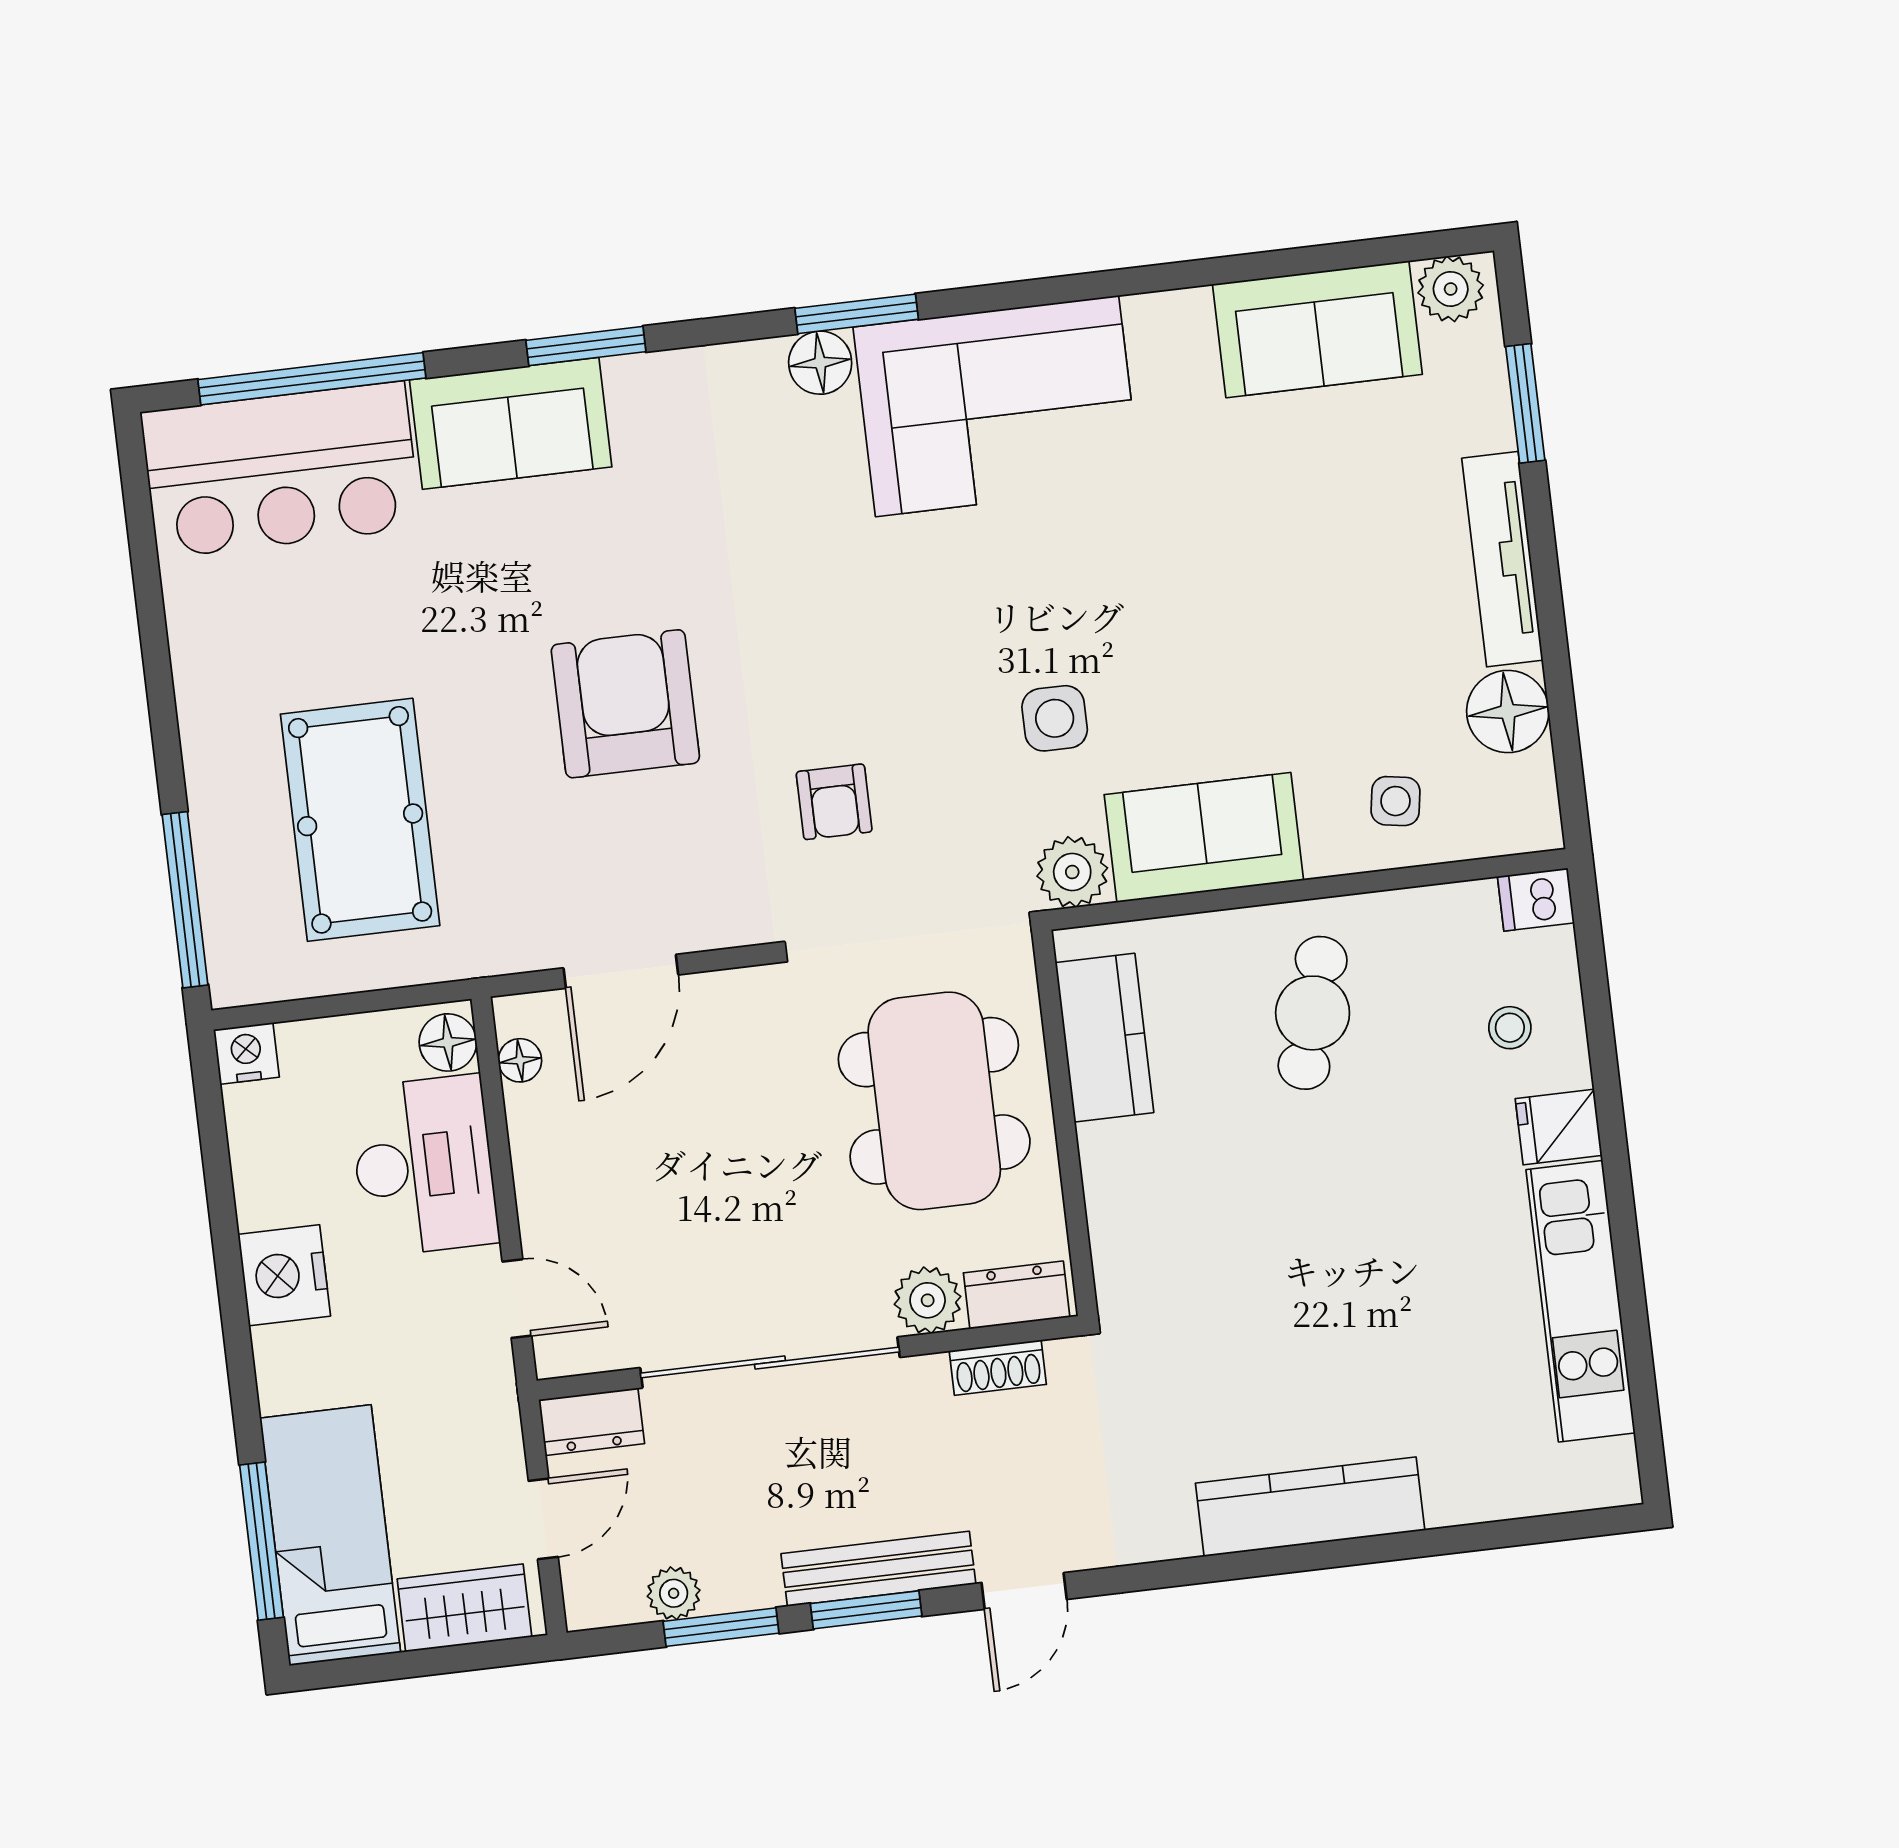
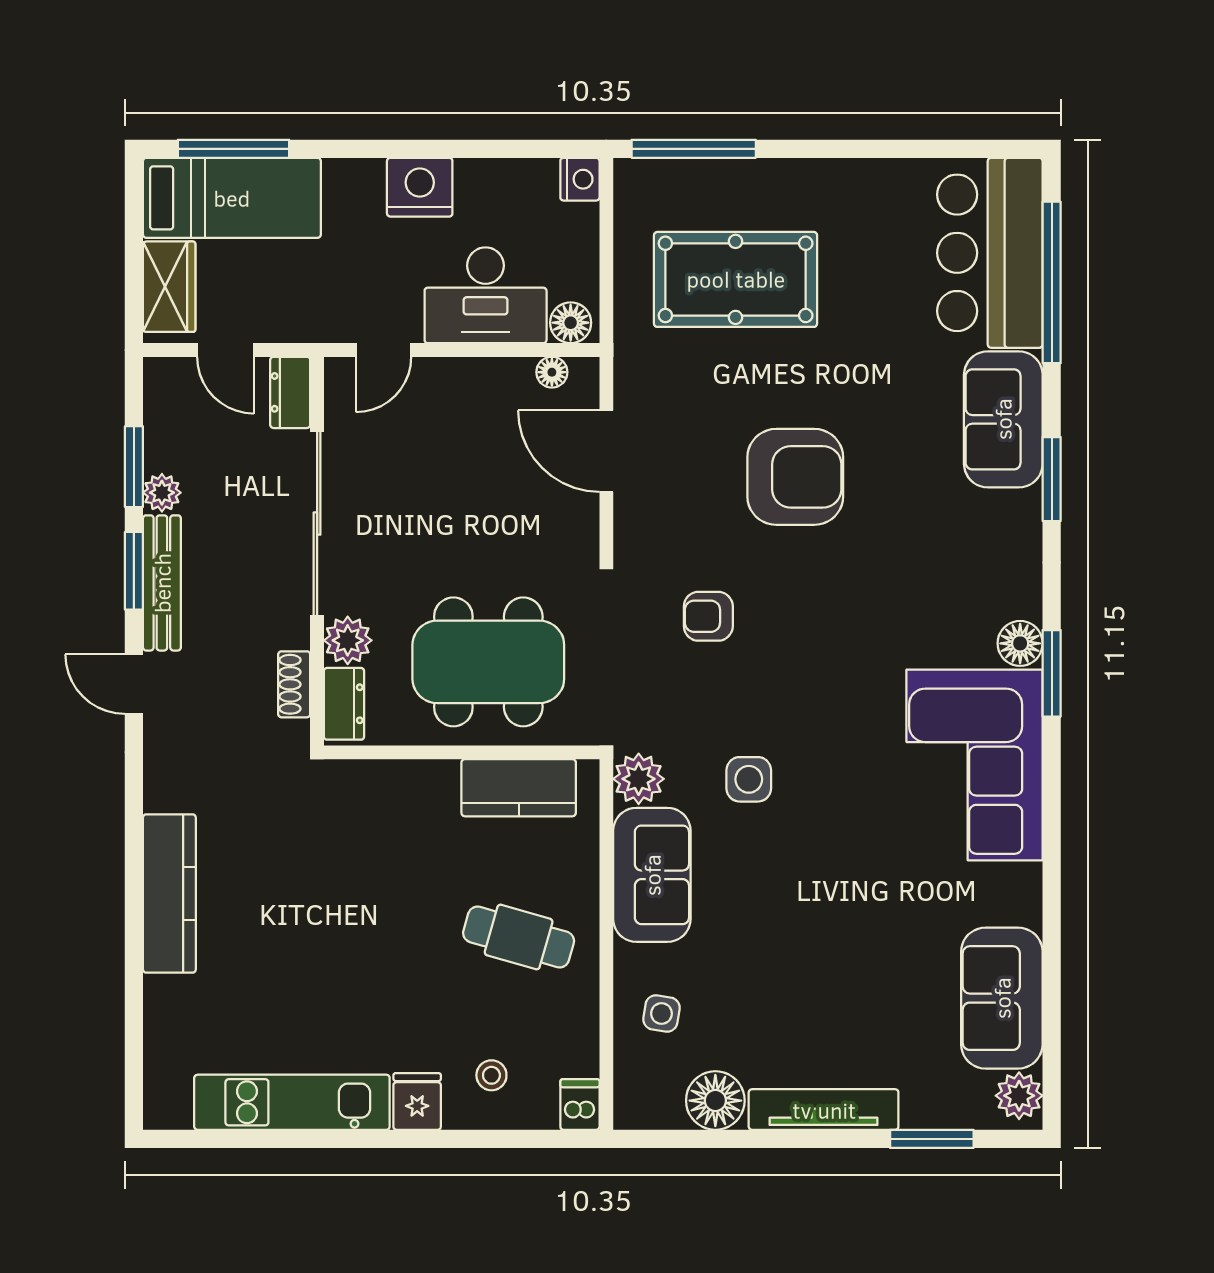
plant: (674, 1593) -> (162, 493), moved

